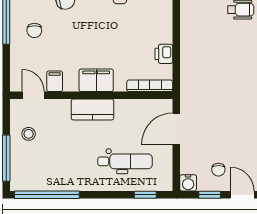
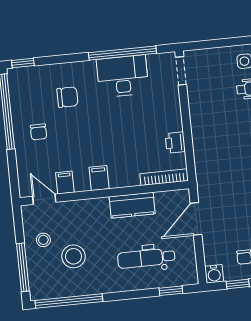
filing cabinet: (96, 80) -> (99, 178), width x0.50
kitchen counter: (92, 109) -> (132, 205), moved
stool: (56, 153) -> (73, 256), added
dental chair: (125, 161) -> (146, 258), turned 180

